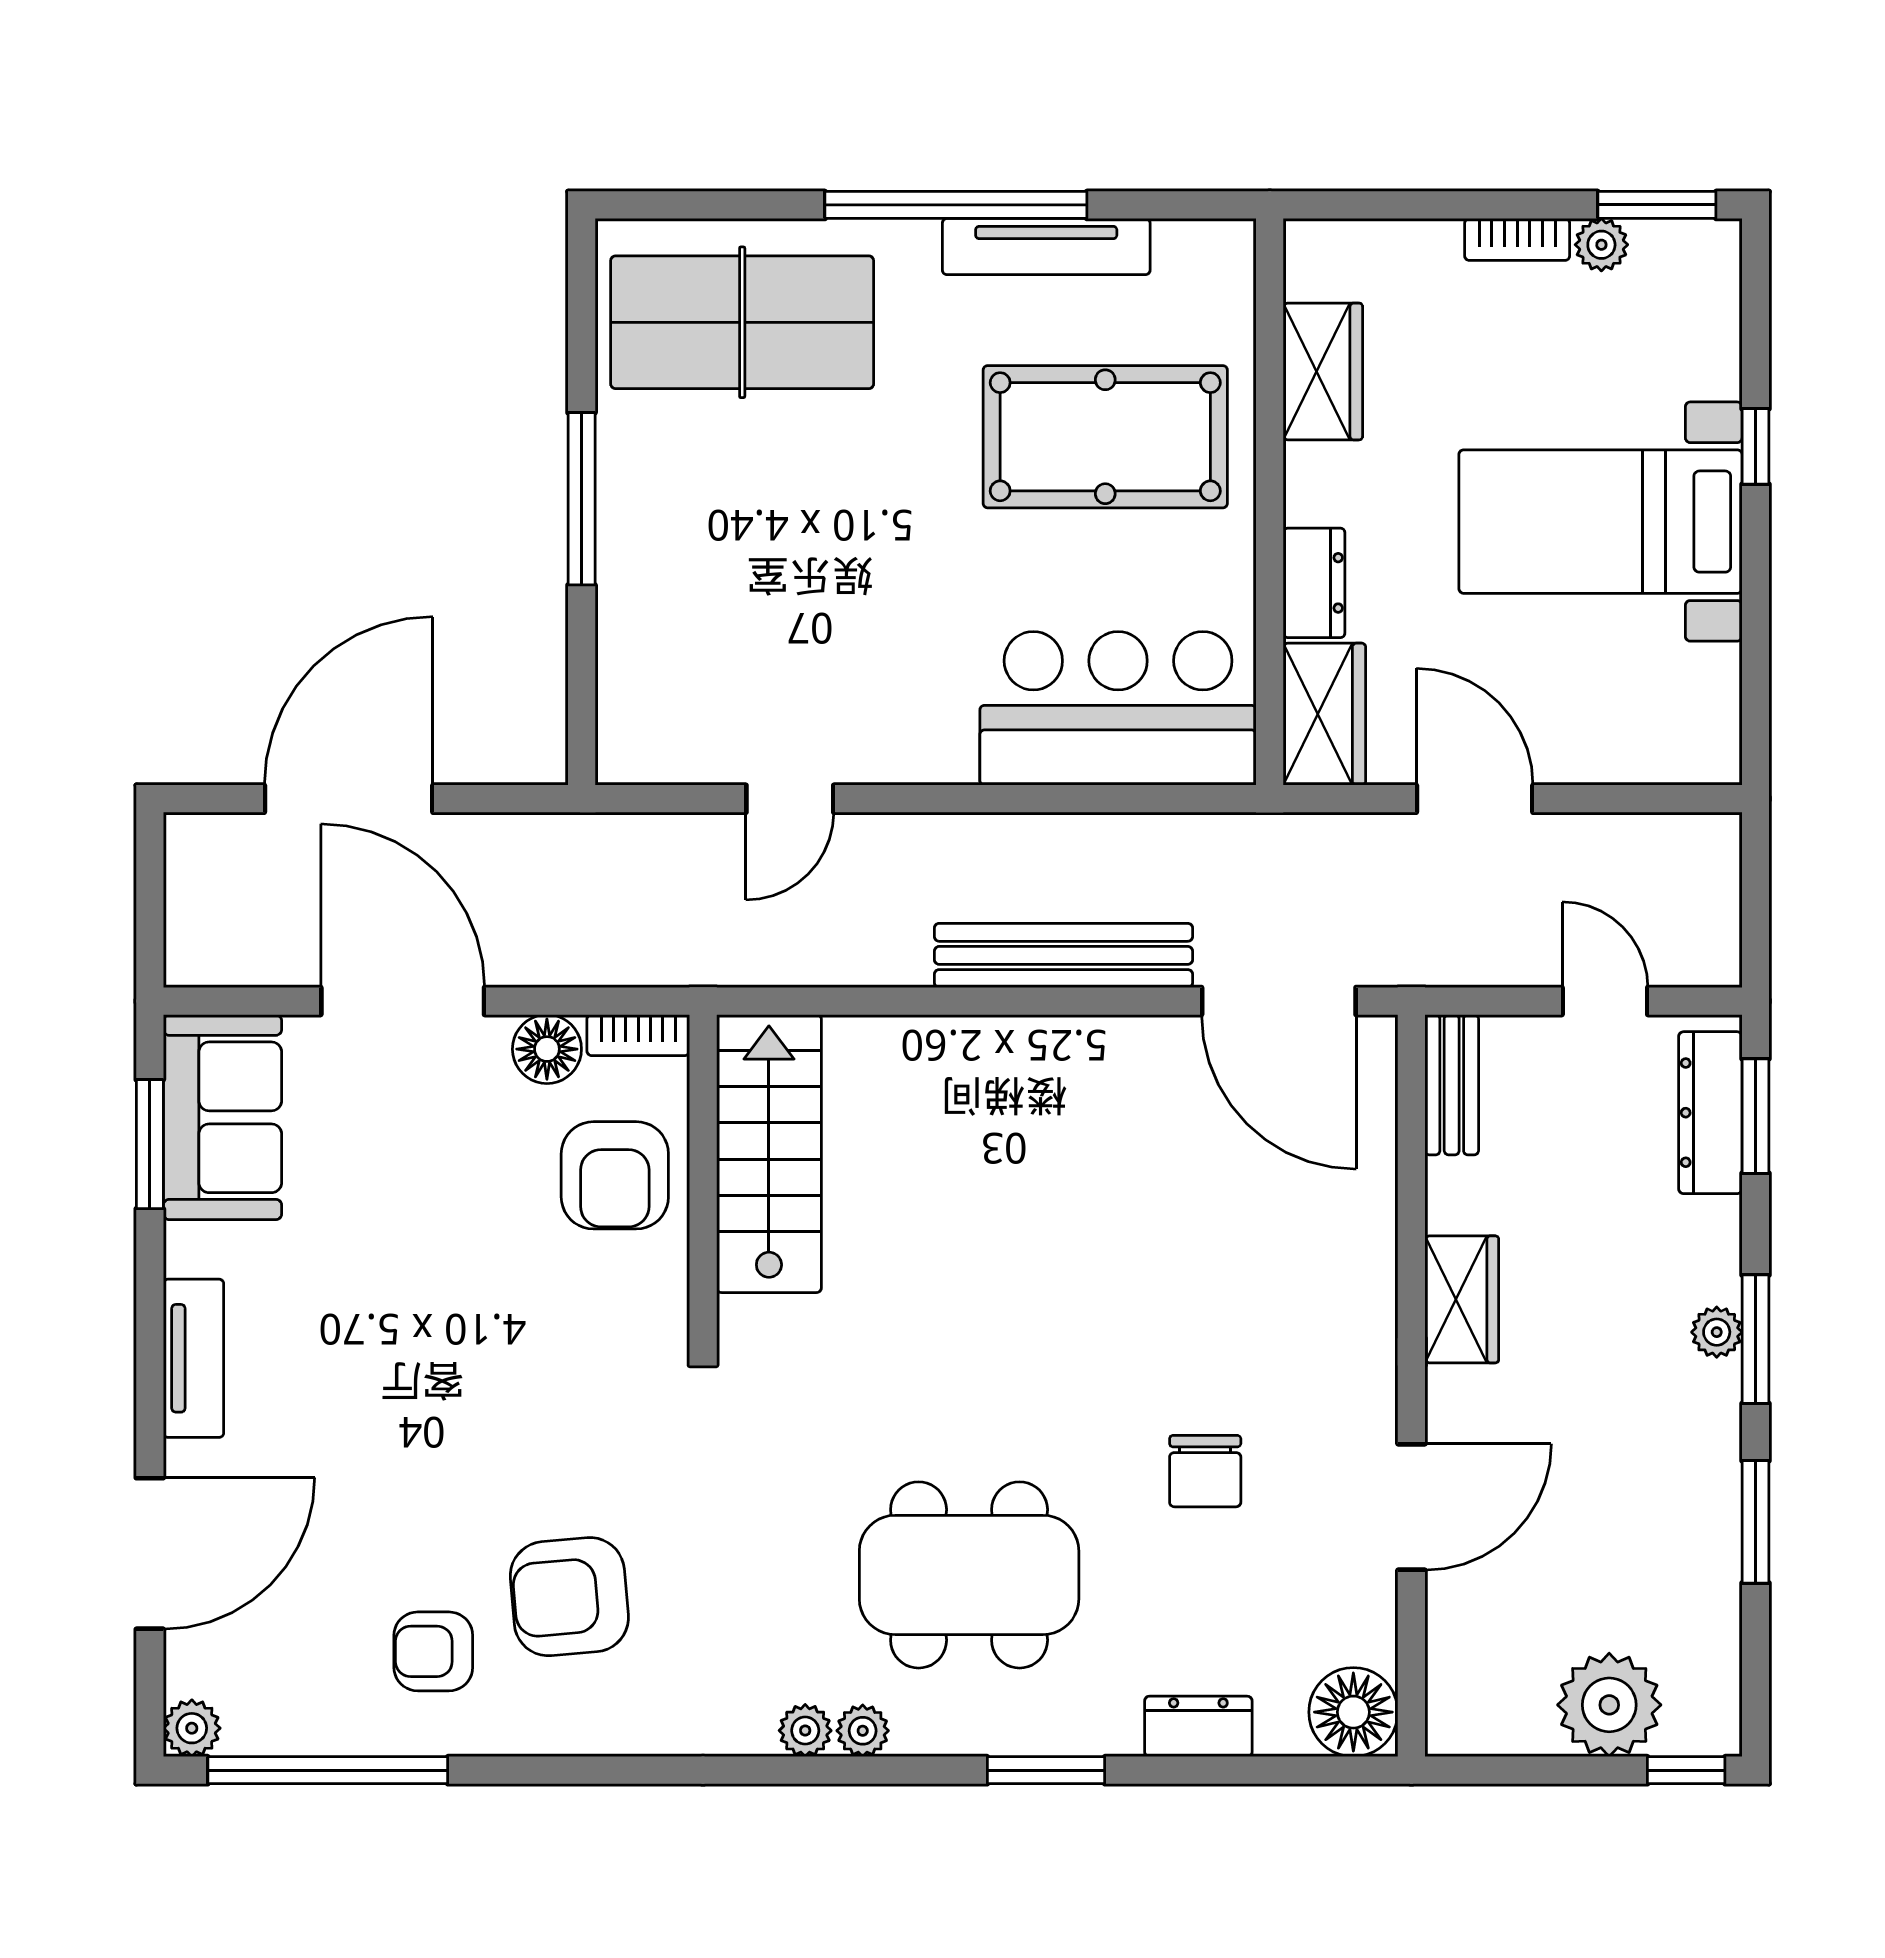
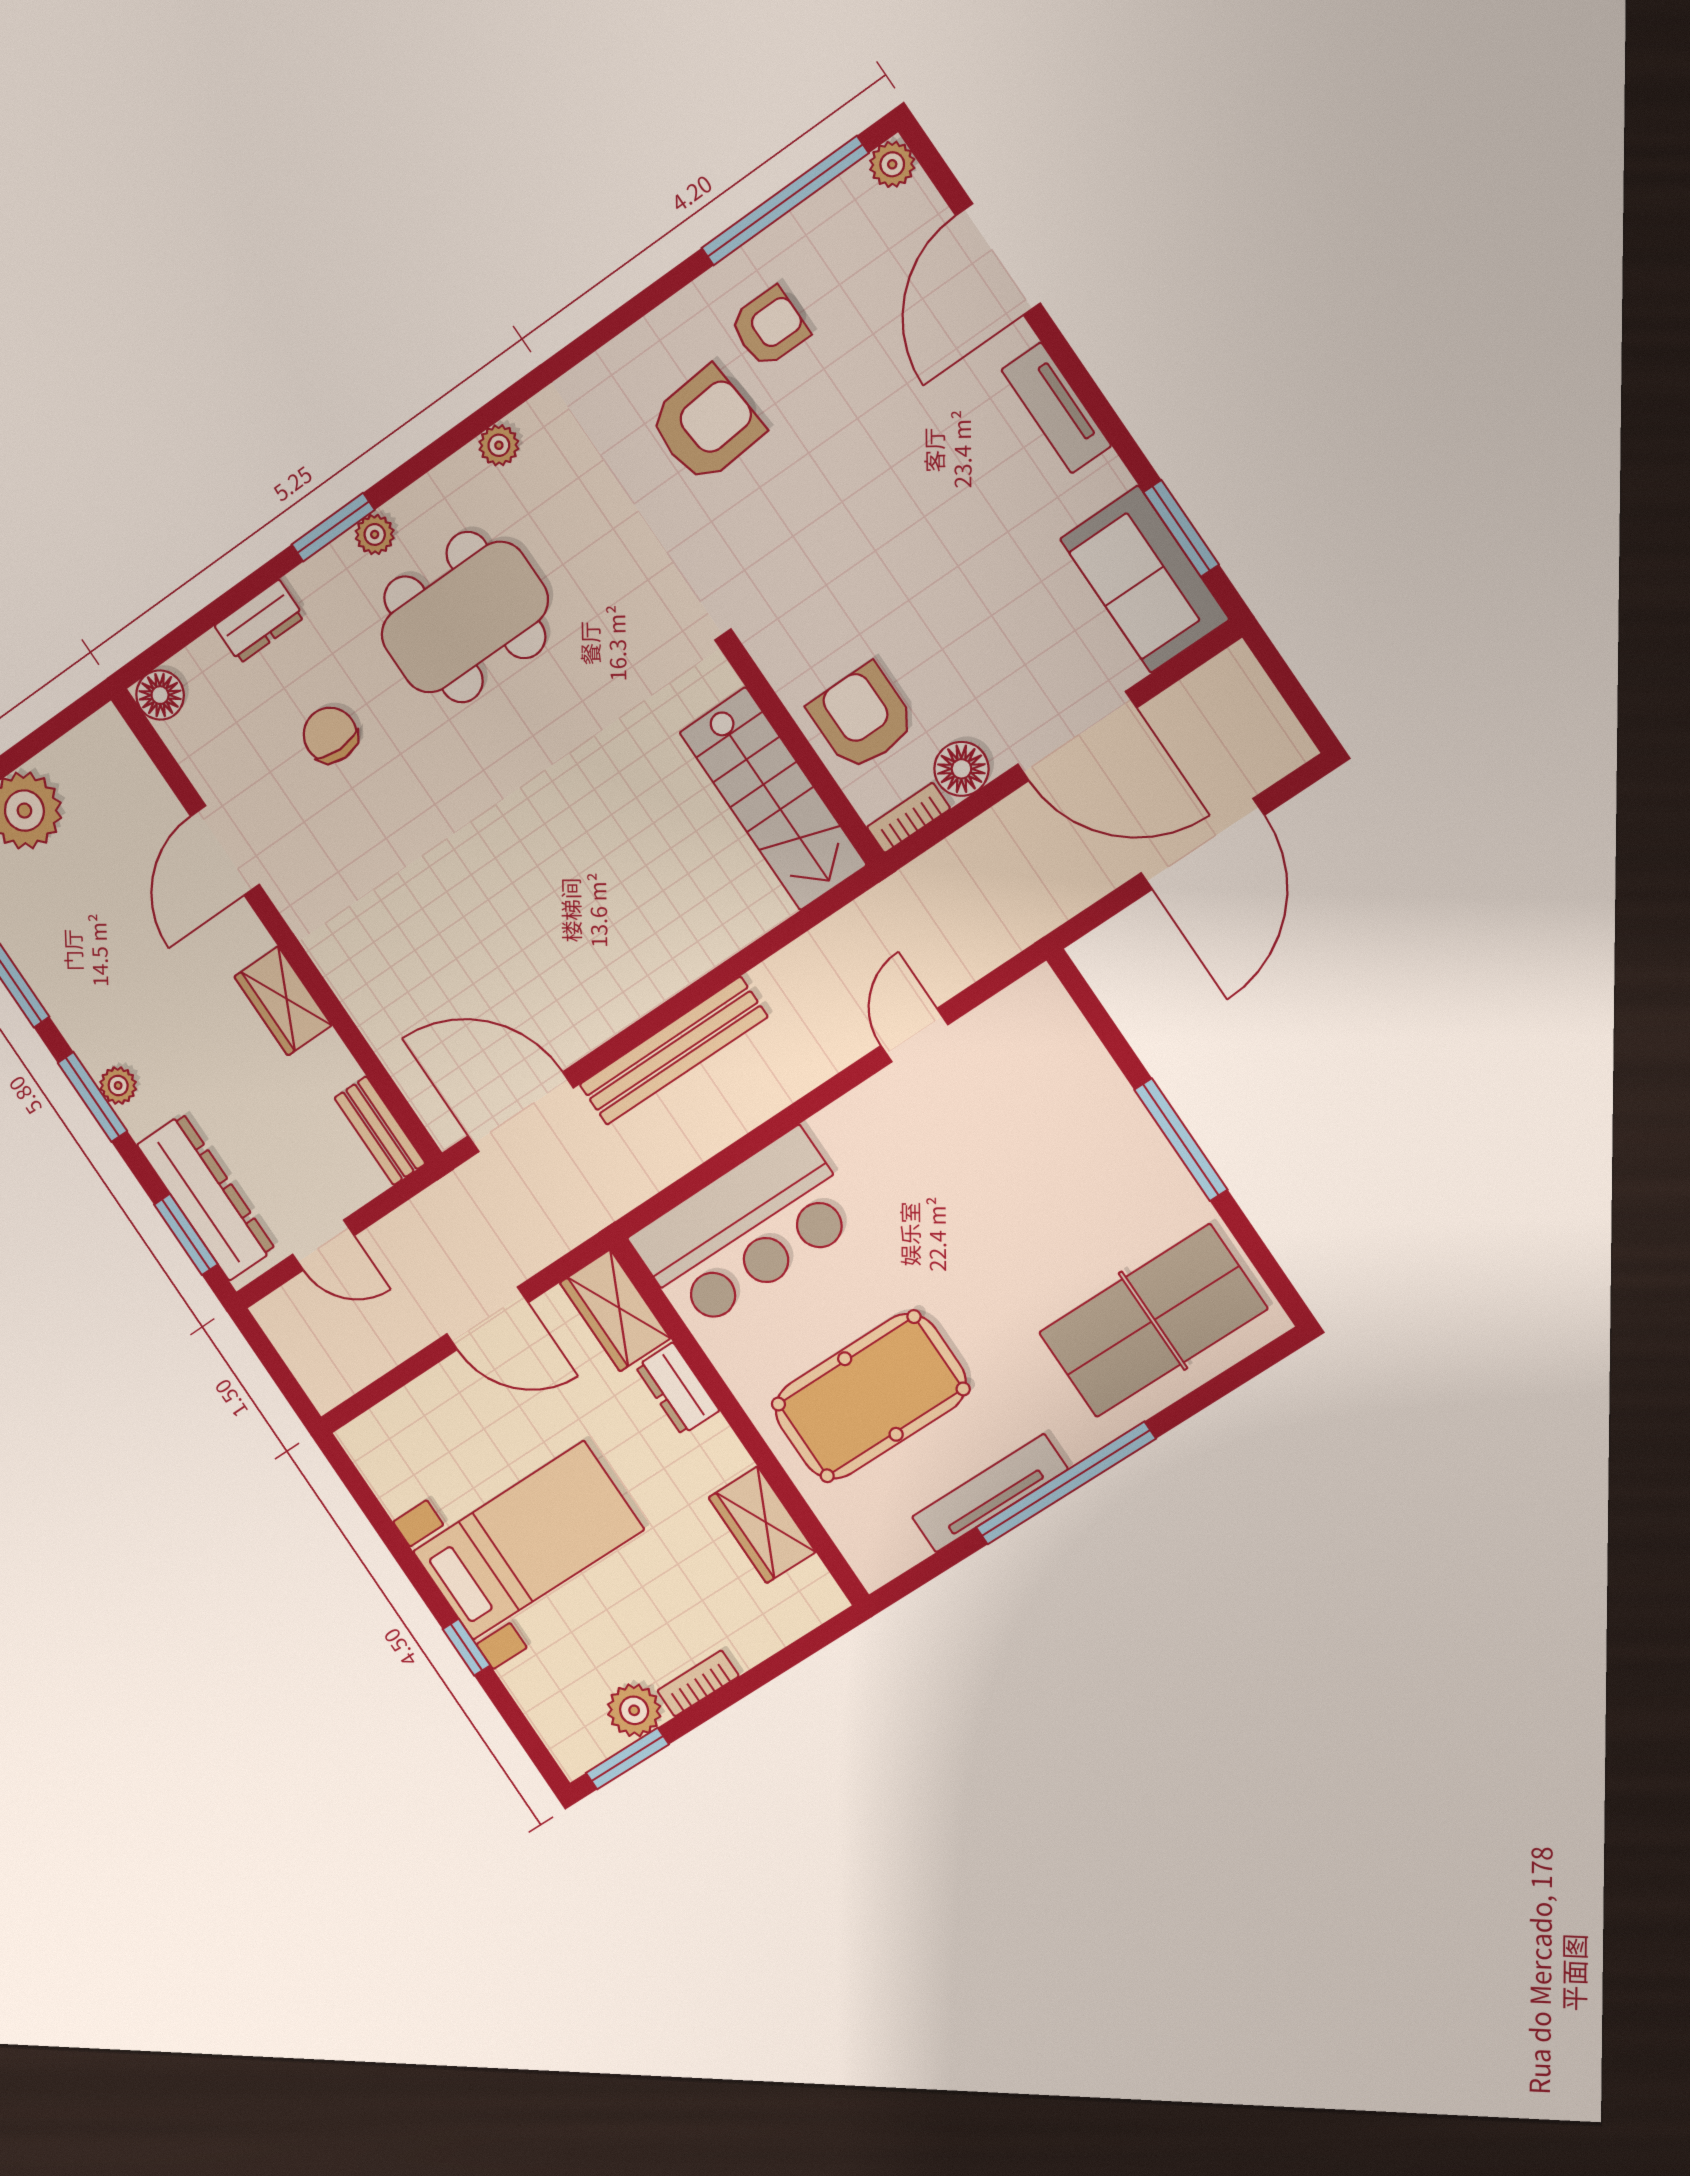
plant: (1601, 245) -> (634, 1710), width x1.38, depth x1.38
dresser: (1710, 1113) -> (206, 1197), width x1.37, depth x1.24
chair: (1205, 1471) -> (330, 735), moved
floor lamp: (1353, 1712) -> (160, 695), width x0.73, depth x0.73
plant: (863, 1731) -> (375, 534), moved

